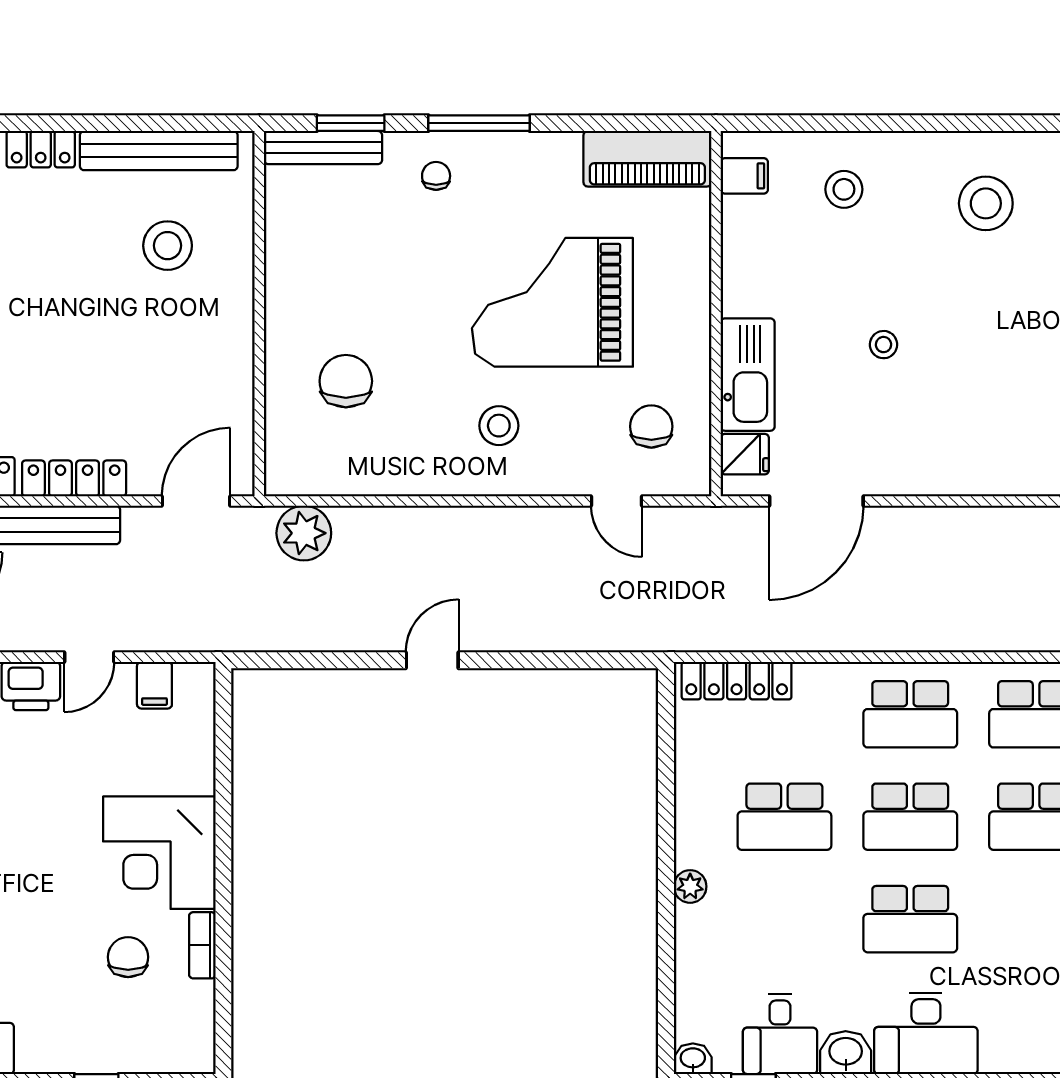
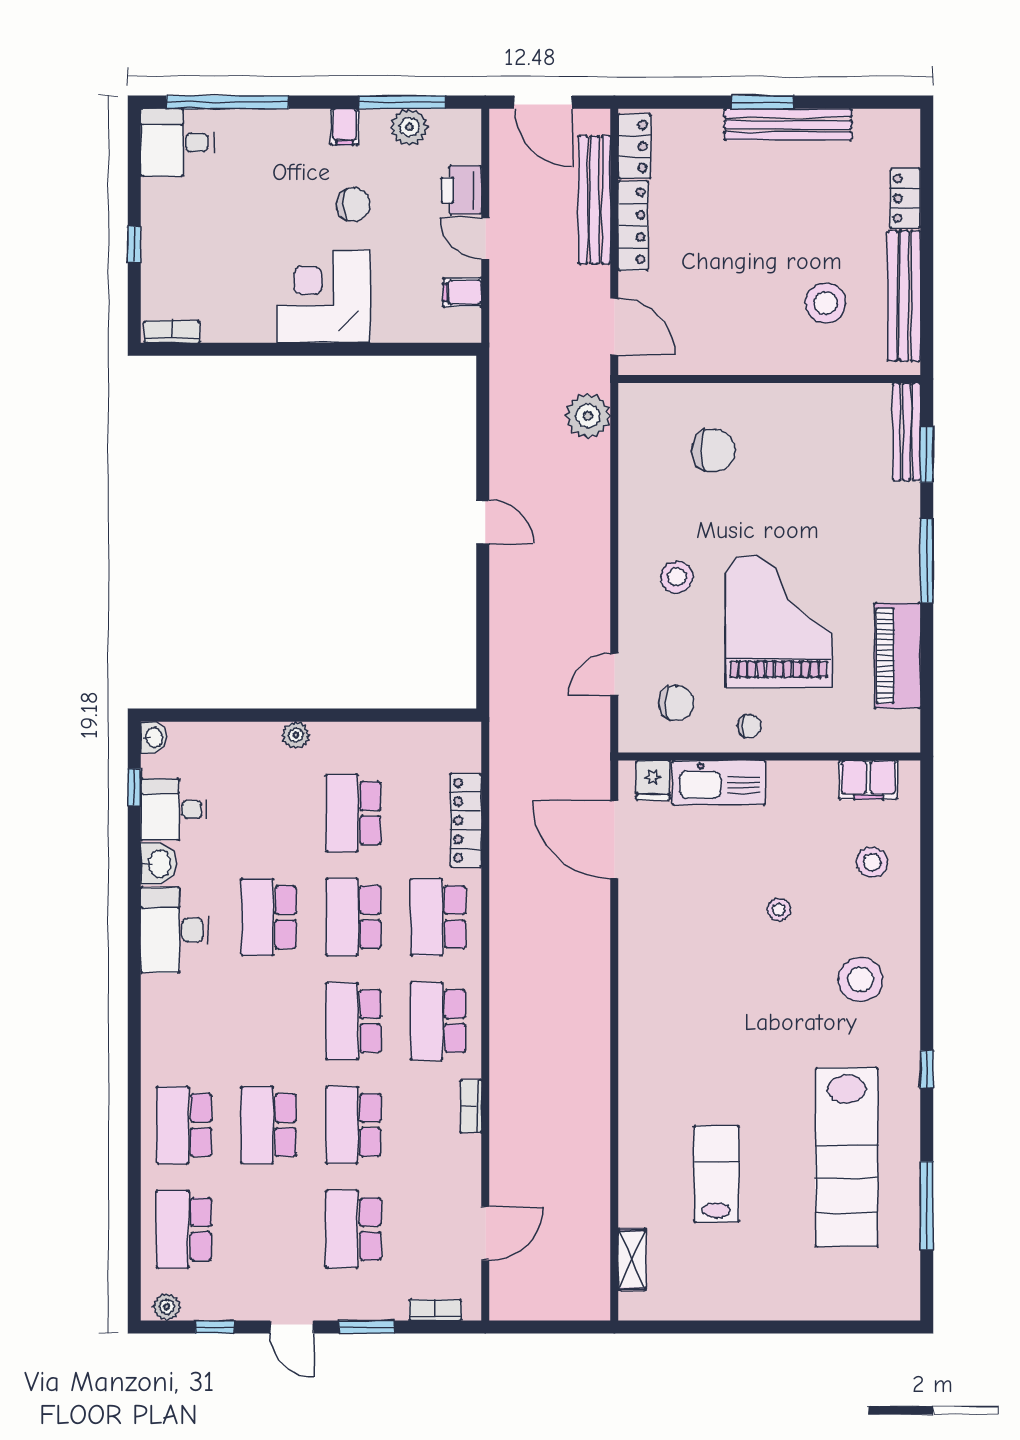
piano: (647, 159) -> (897, 656), moved
chair: (436, 176) -> (749, 726), moved
filing cabinet: (744, 176) -> (868, 780), width x2.00
stool: (884, 345) -> (779, 910), moved
locker: (737, 681) -> (466, 820), moved
bookcase: (202, 945) -> (172, 332), moved
chair: (128, 957) -> (354, 204), moved

